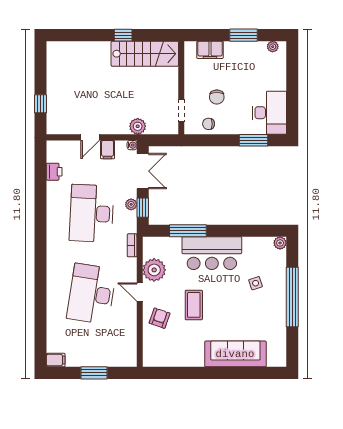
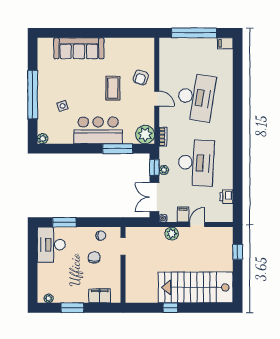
stairs: (145, 54) -> (196, 287), moved, width x1.36, depth x1.51
plant: (138, 126) -> (172, 234), moved
plant: (154, 270) -> (145, 134), moved
window: (94, 373) -> (194, 33), width x2.11

